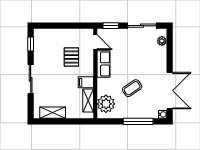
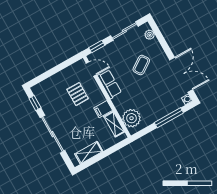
sliding door: (31, 79) -> (53, 134), width x1.37
coffee table: (132, 88) -> (141, 65), moved

